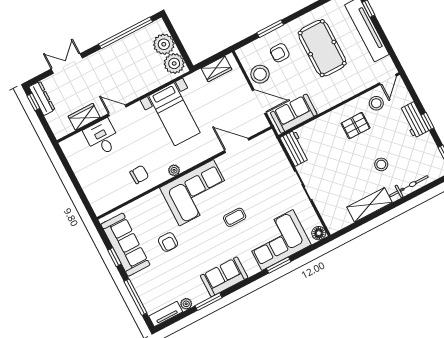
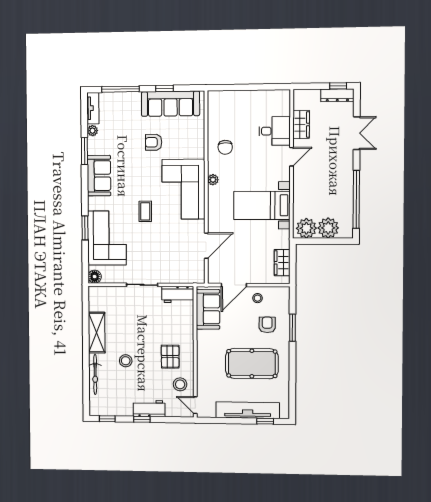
stool: (260, 74) -> (258, 298), width x0.53, depth x0.53

